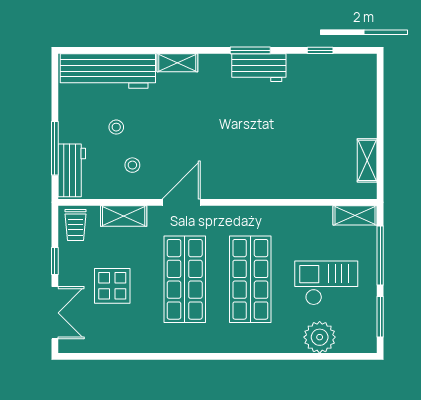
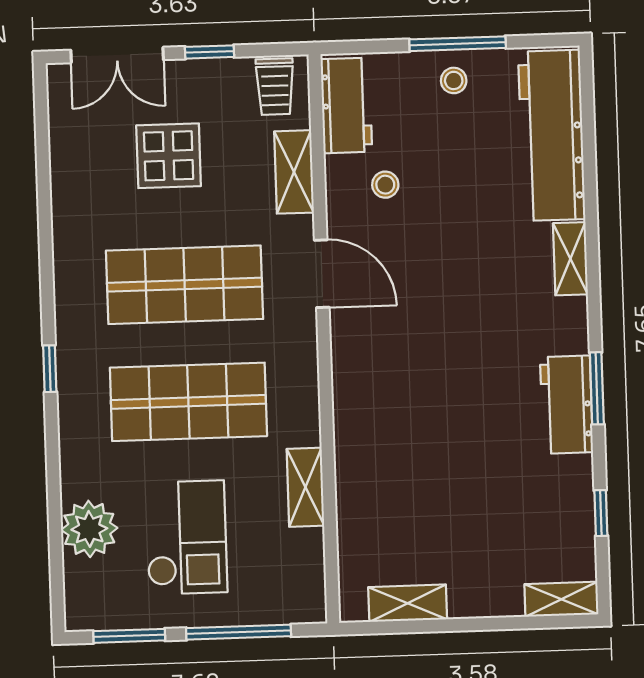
shelving: (368, 74) -> (561, 599), added
stool: (116, 127) -> (454, 80), moved
window: (55, 148) -> (458, 44), moved
workbench: (72, 170) -> (346, 105), moved, turned -90
shelving: (355, 215) -> (305, 487), moved
trolley: (75, 225) -> (275, 87), turned -90
window: (229, 356) -> (50, 369), added

